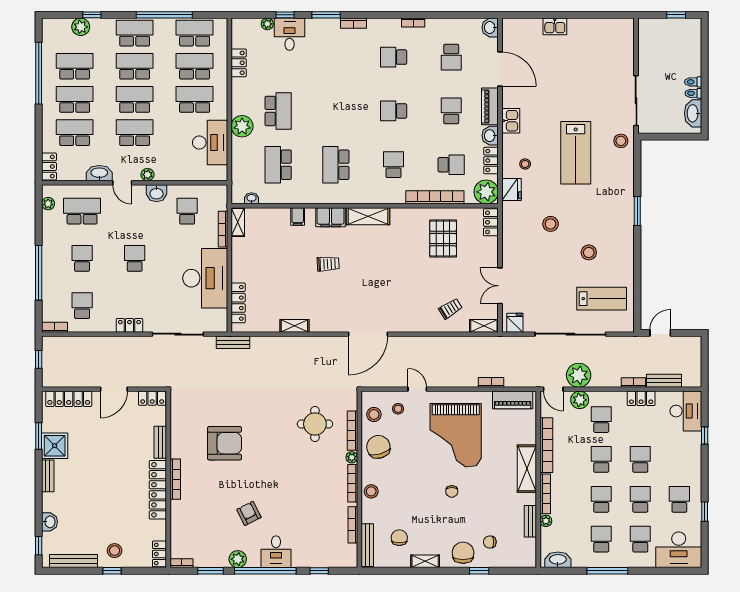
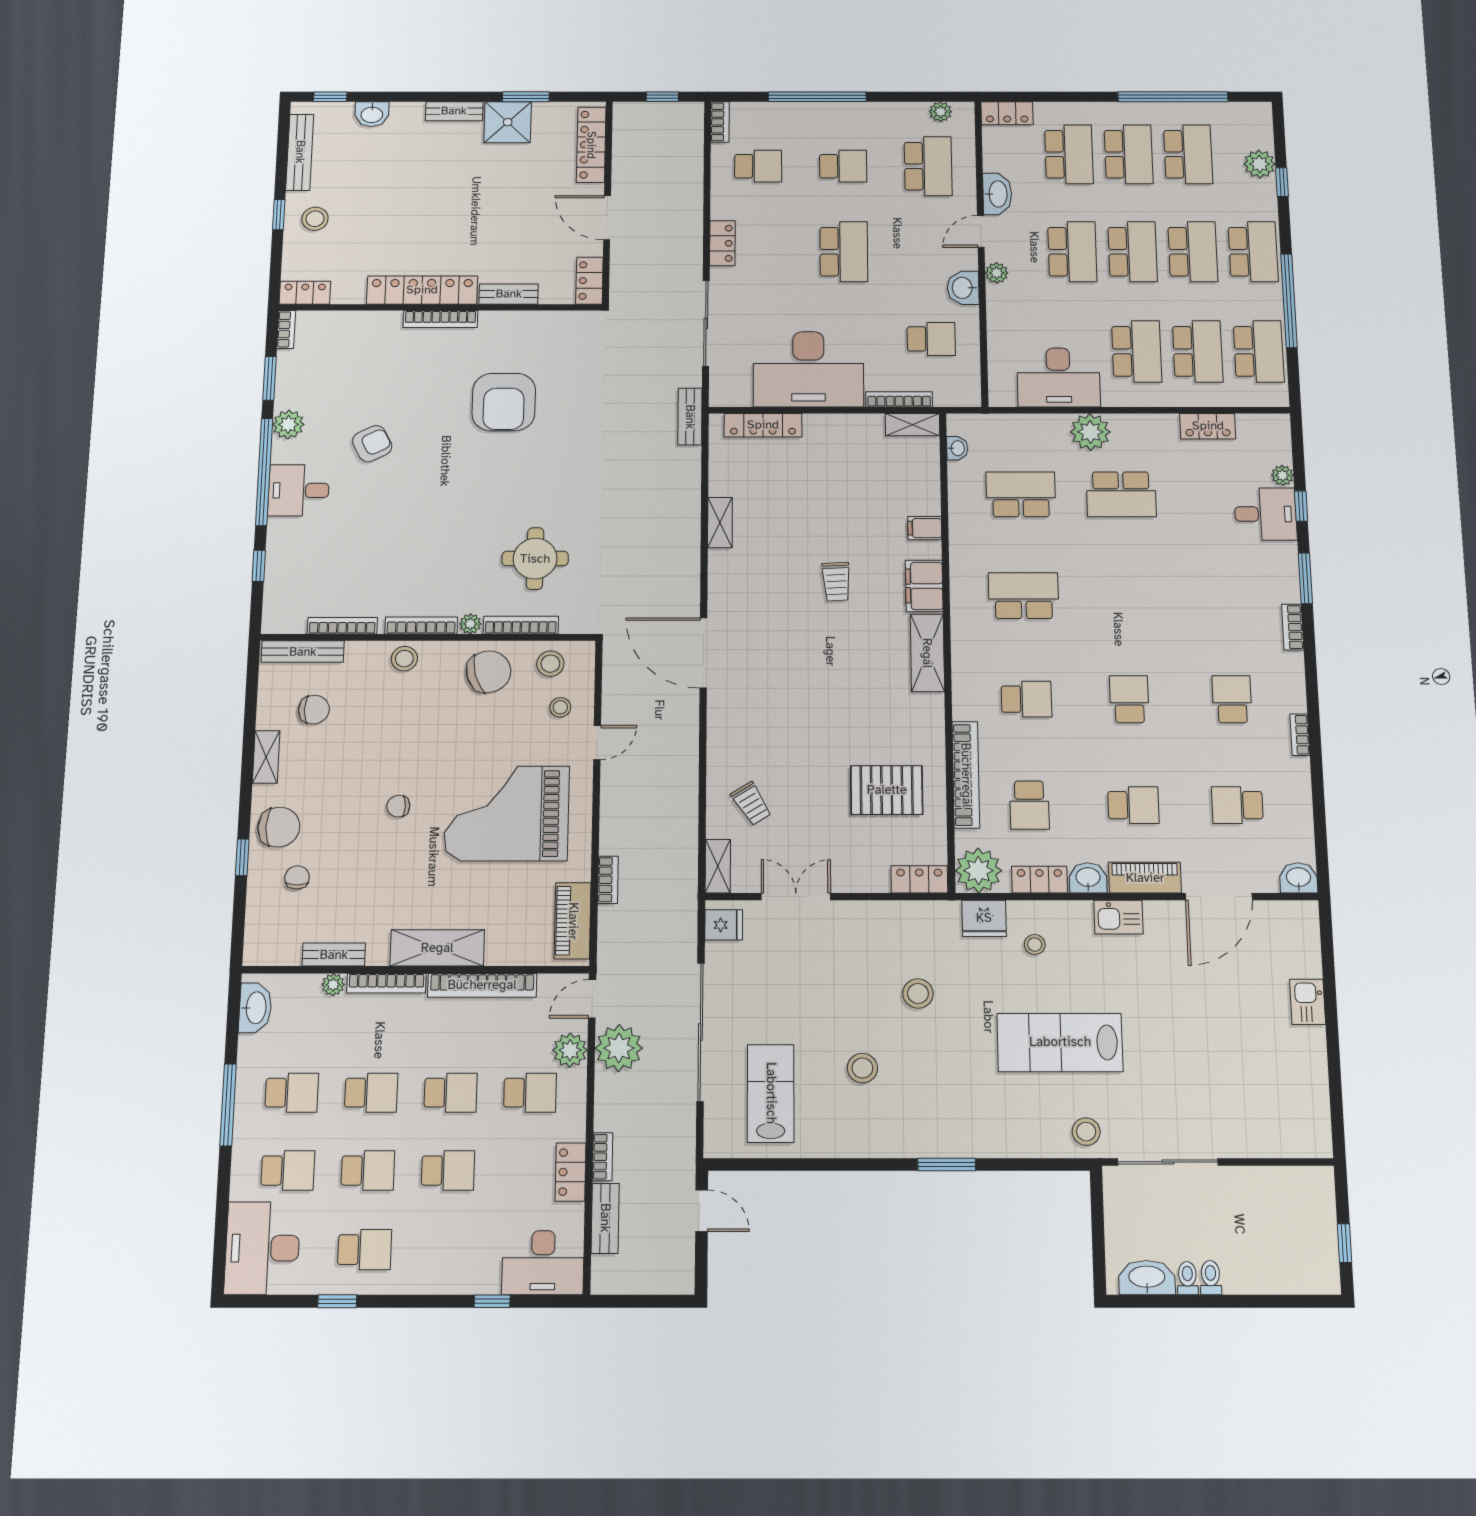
school desk: (135, 258) -> (844, 252), width x1.85
lab bench: (602, 299) -> (771, 1093), turned 180

